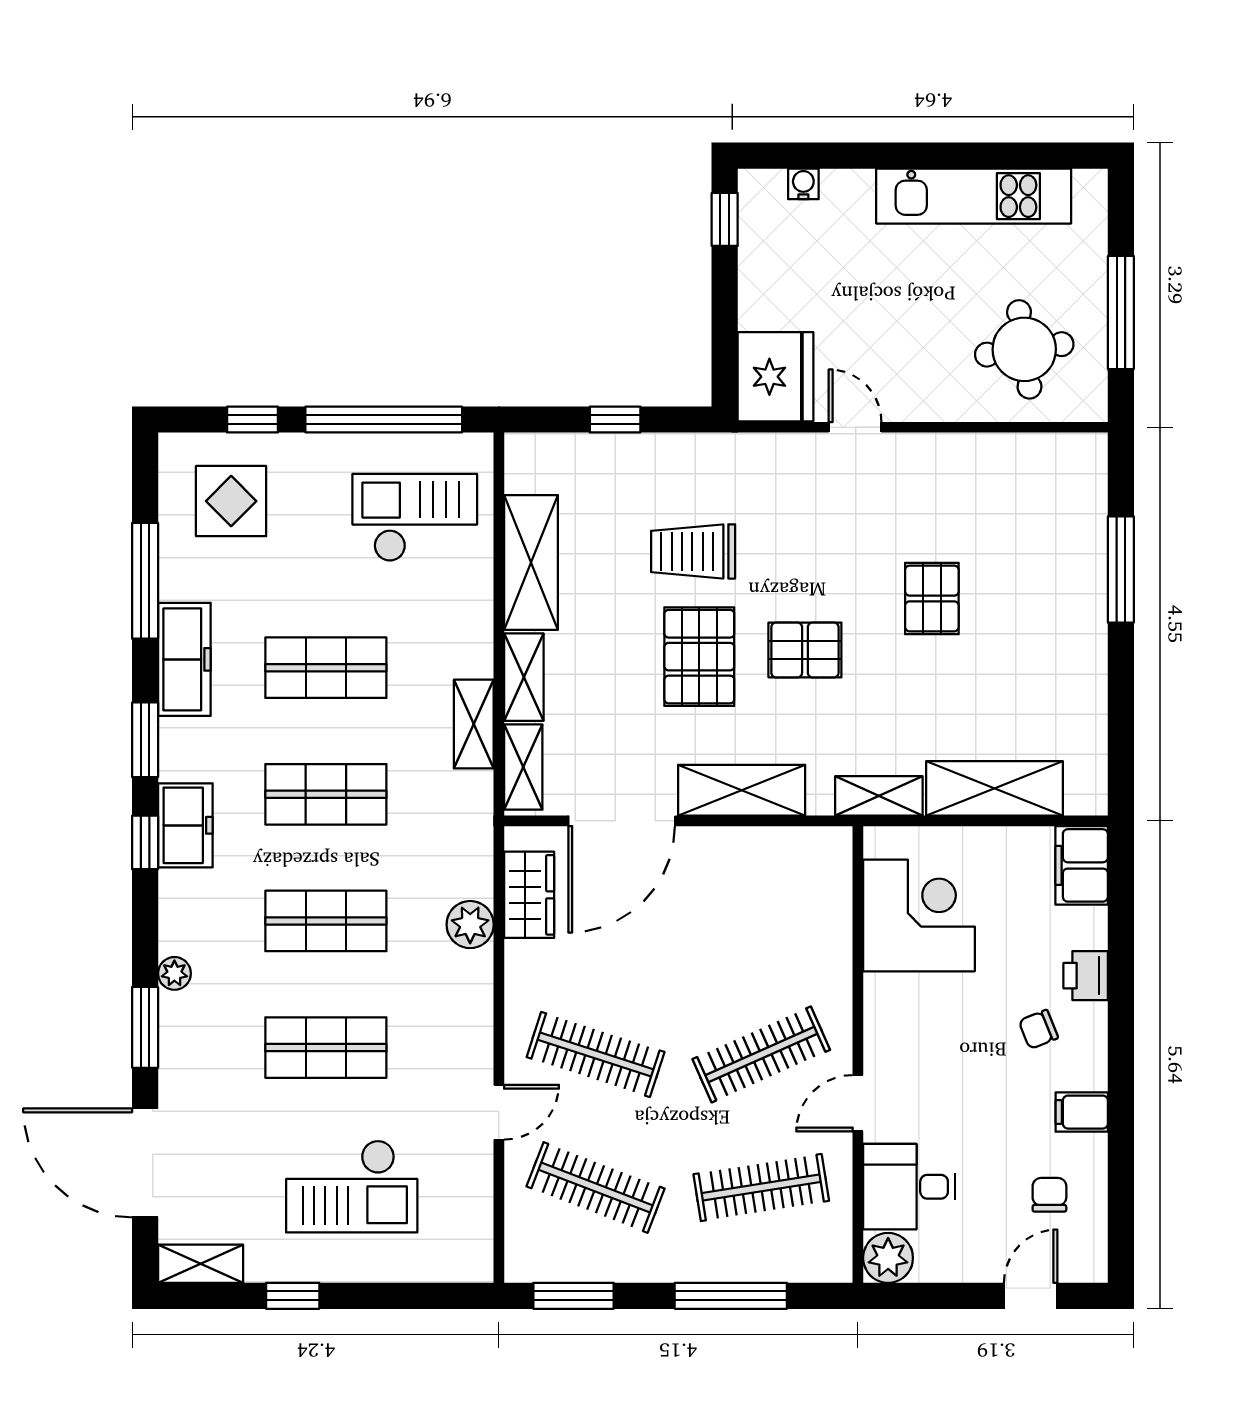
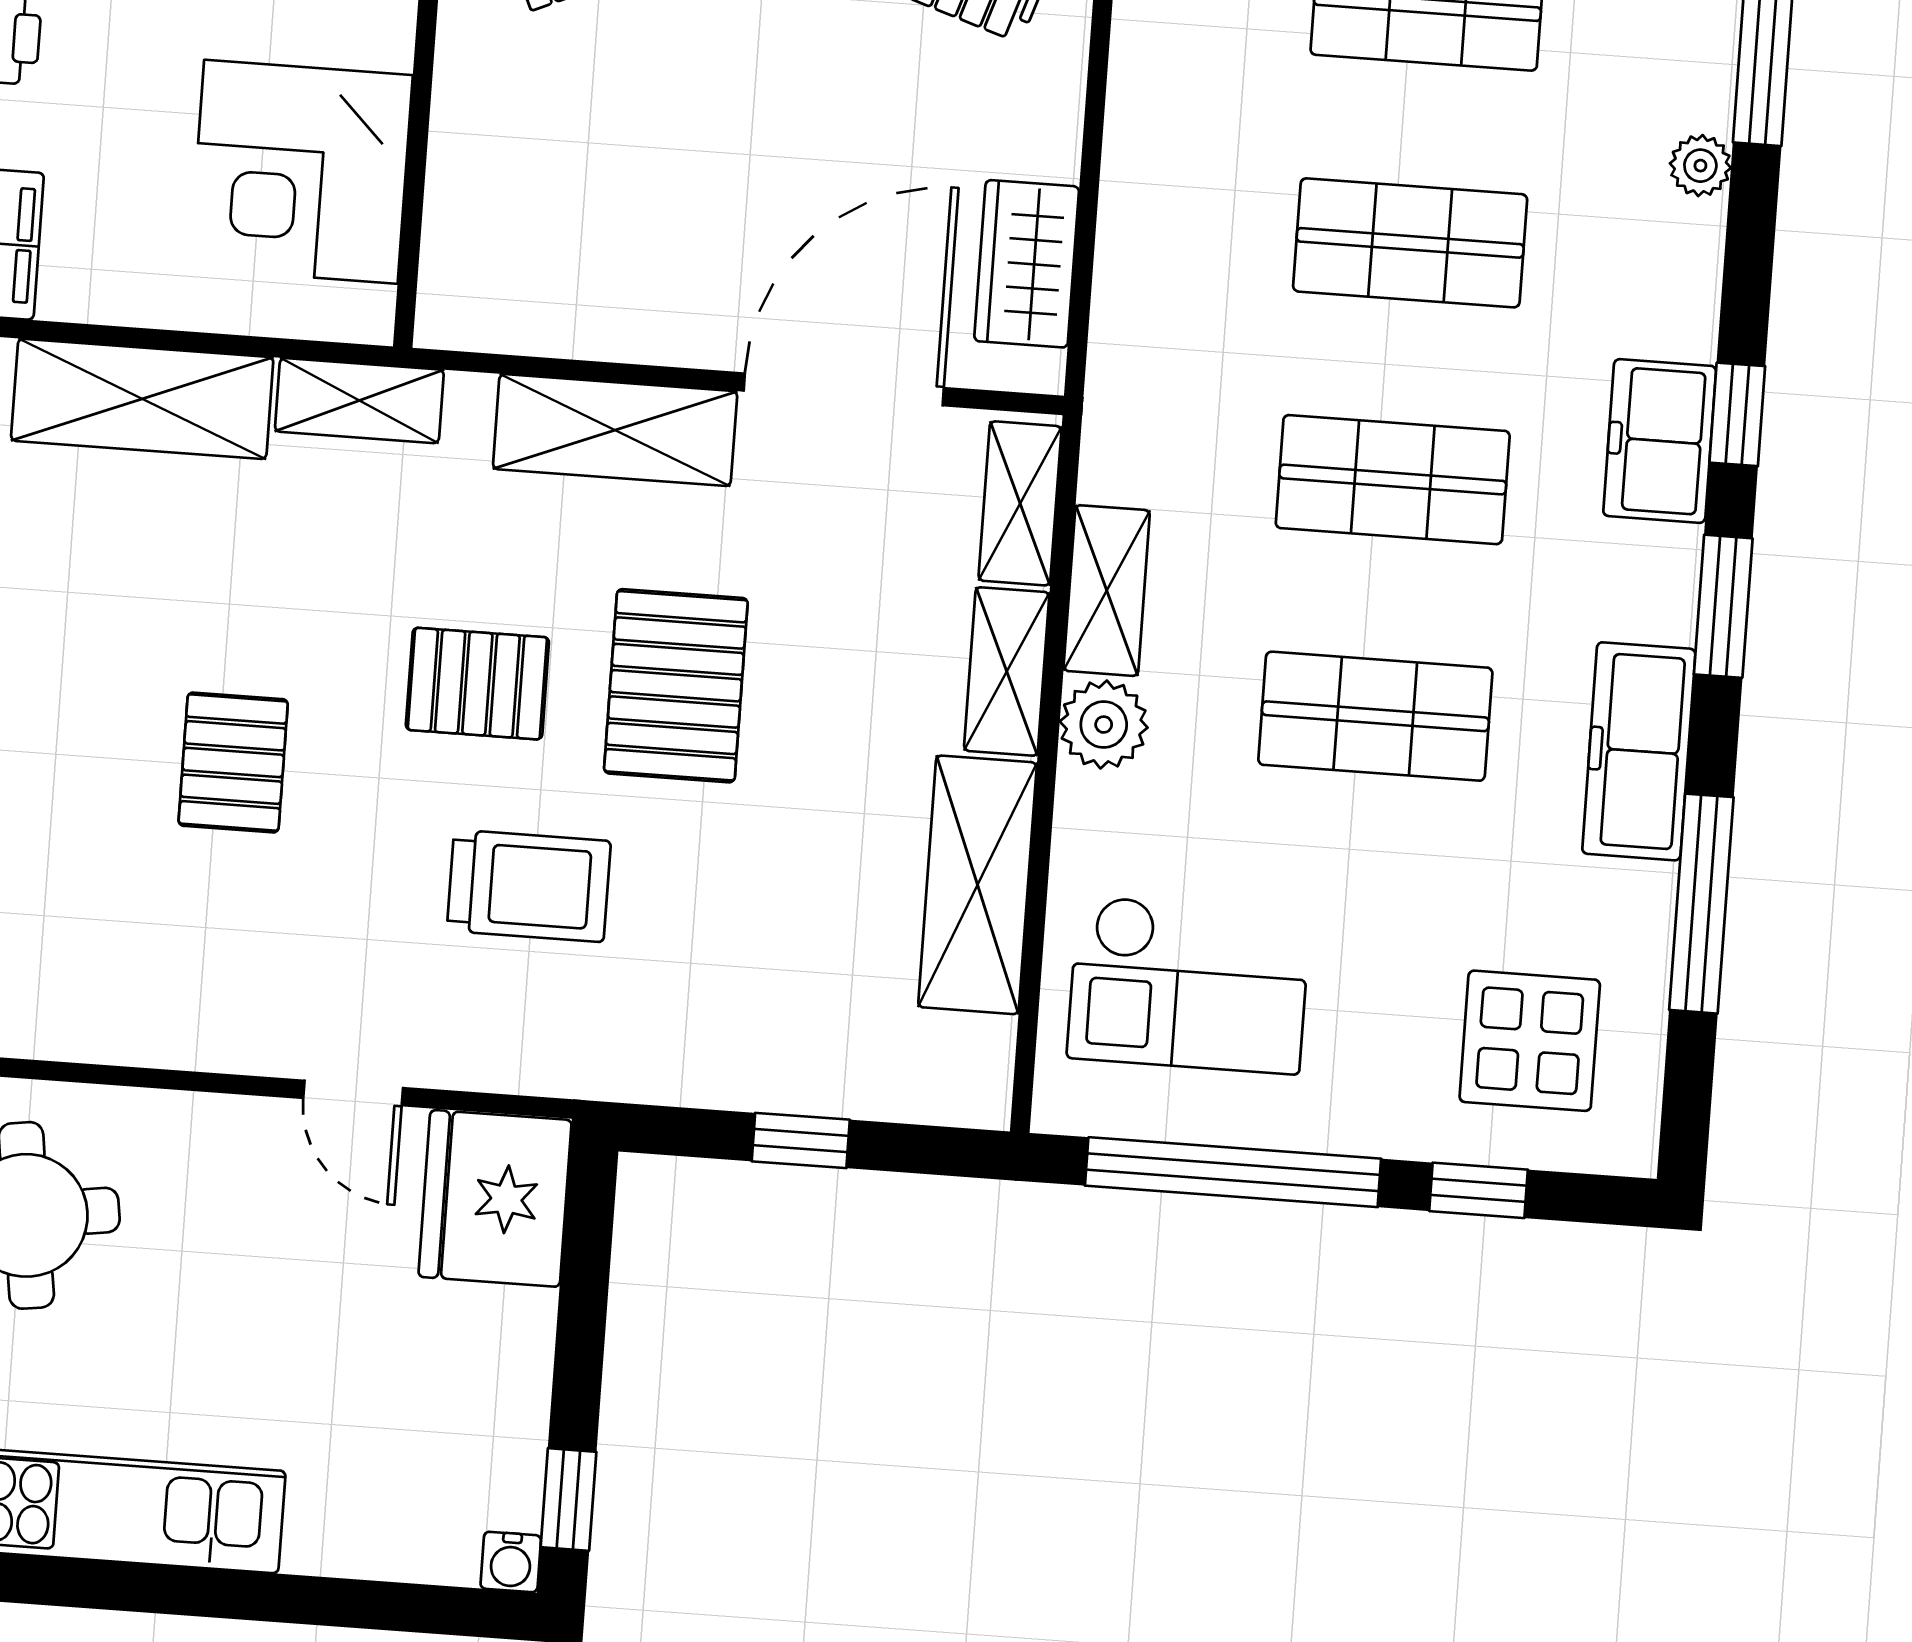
water cooler: (803, 184) -> (511, 1562), moved
trolley: (693, 551) -> (529, 886), moved
plant: (470, 925) -> (1104, 725), moved

